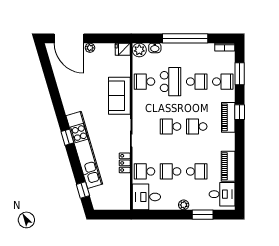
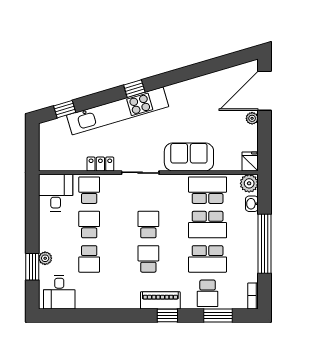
school desk: (144, 82) -> (208, 190), width x1.85
school desk: (197, 82) -> (208, 259), width x1.85
piano: (228, 166) -> (96, 300), removed
plant: (184, 205) -> (45, 258), moved

